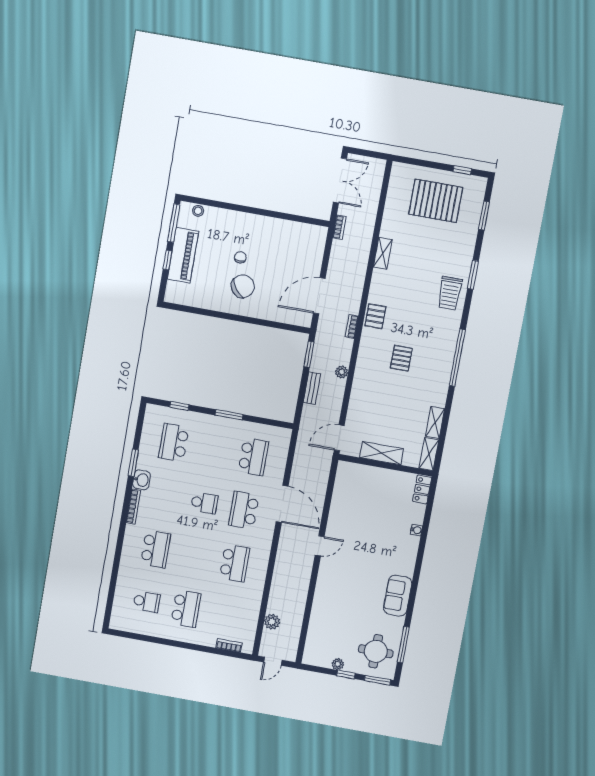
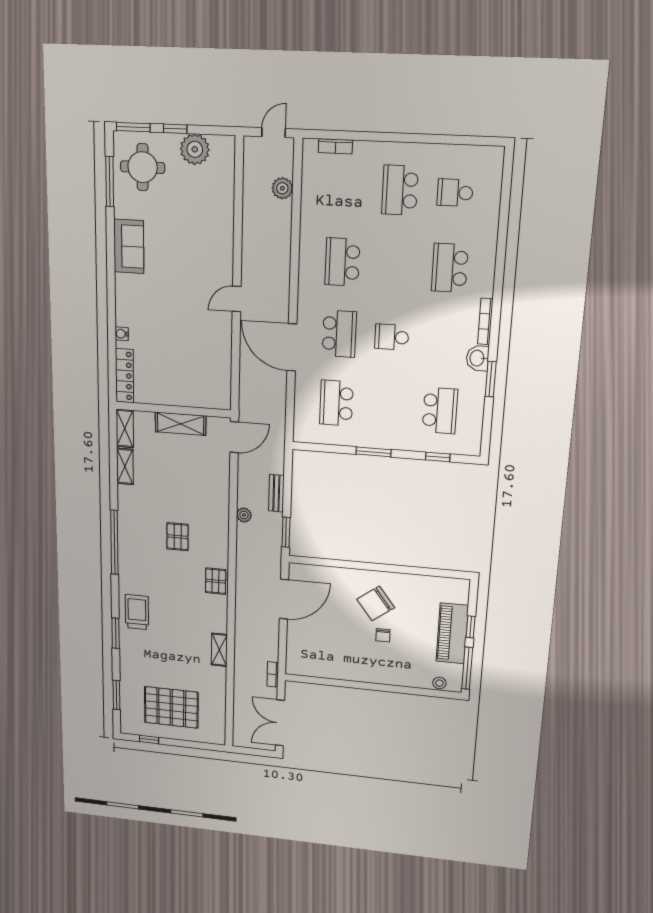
bookcase: (352, 326) -> (241, 568), removed
locker: (422, 489) -> (125, 376), width x1.53
plant: (338, 664) -> (195, 149), width x1.88, depth x1.88

